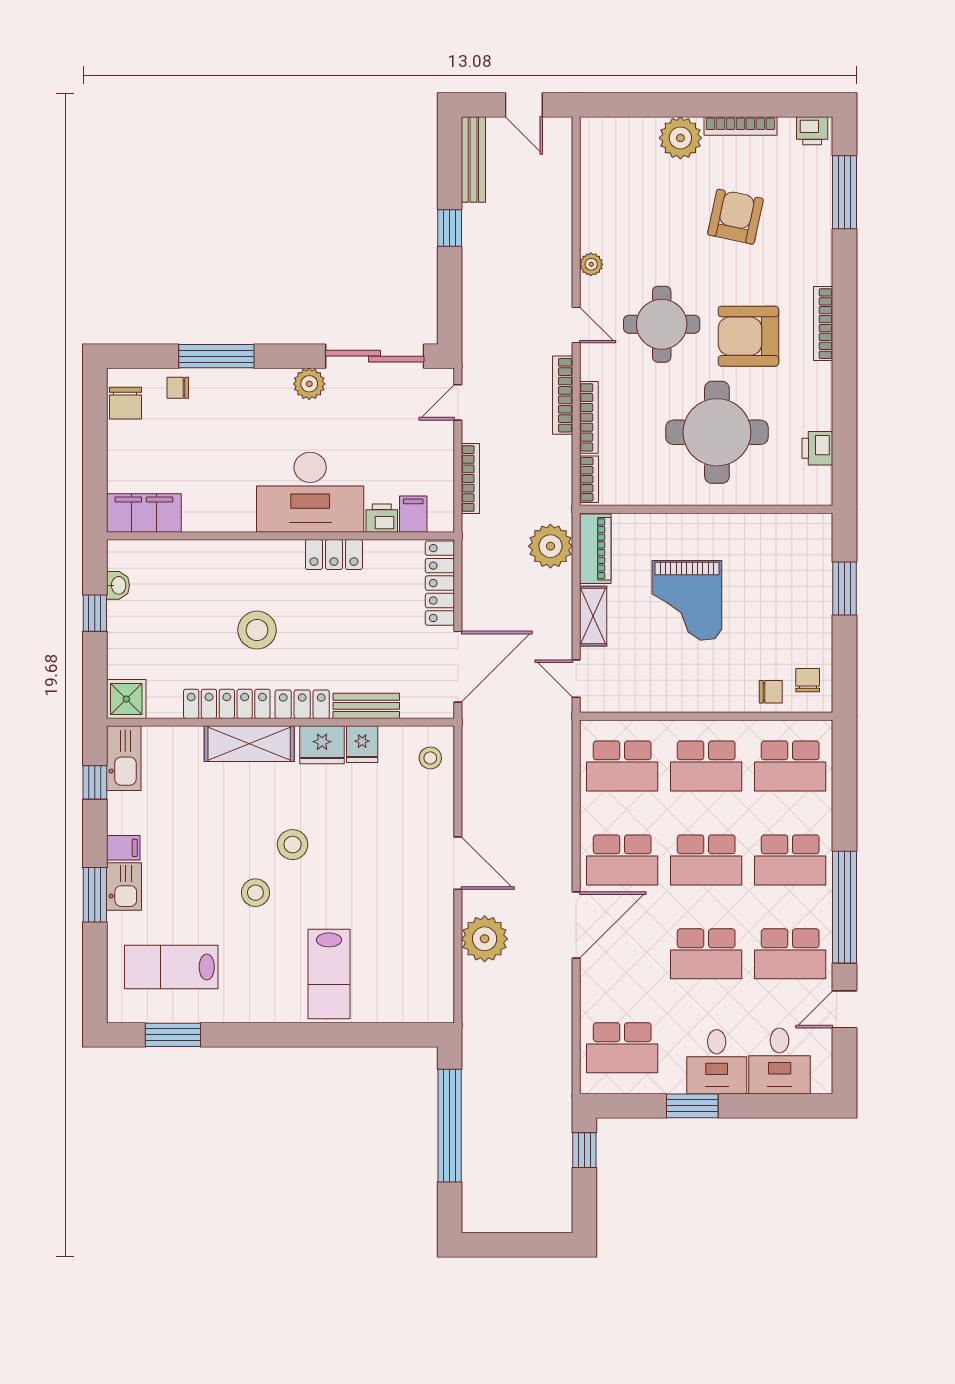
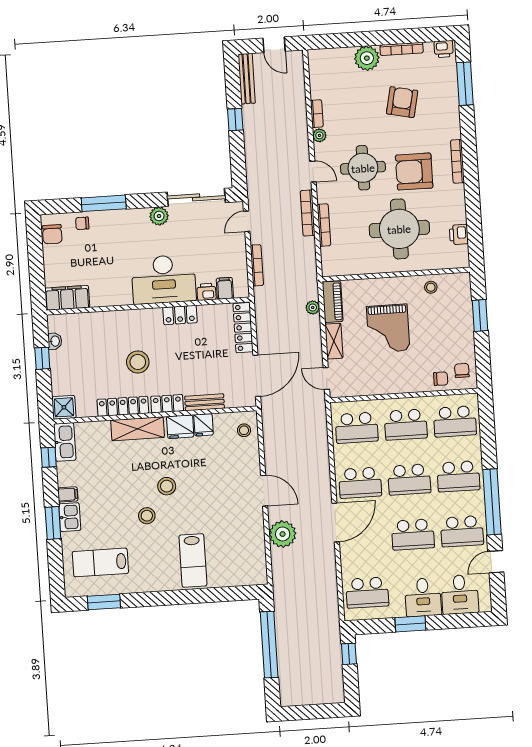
bookcase: (589, 479) -> (317, 114), moved
stool: (764, 535) -> (431, 287), added
plant: (550, 546) -> (313, 307), width x0.53, depth x0.53

